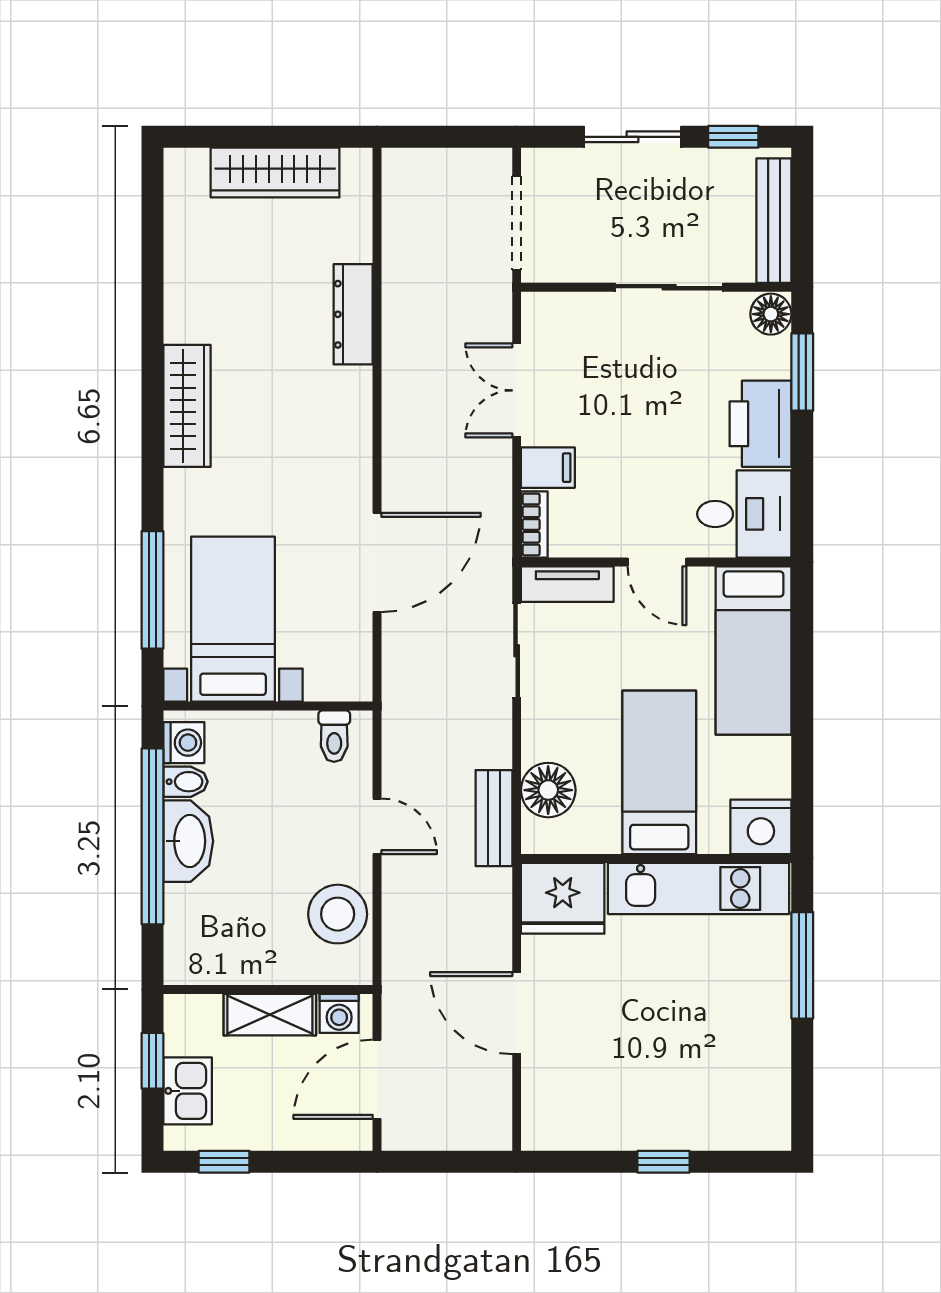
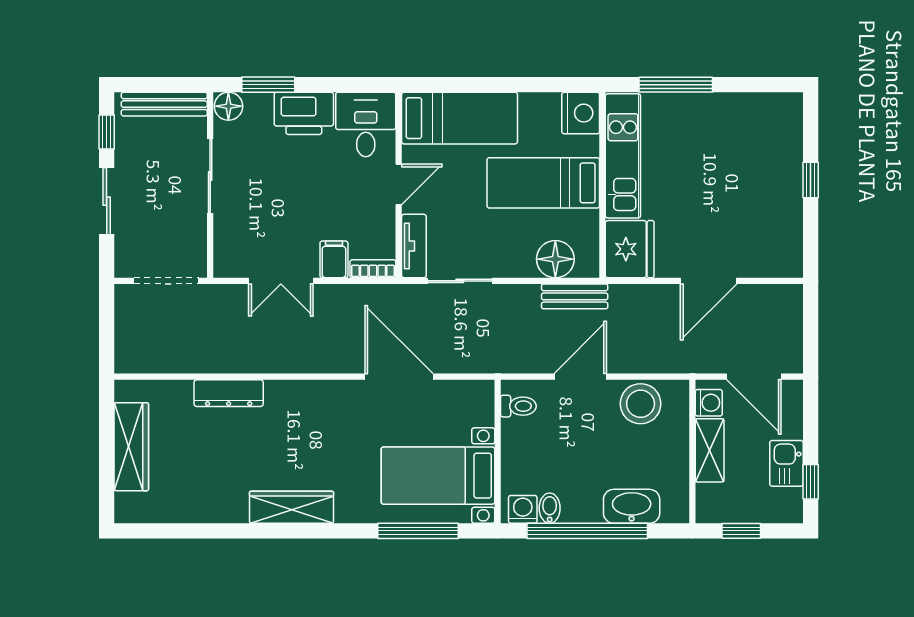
door: (377, 826) -> (580, 377), width x1.38
washbasin: (188, 841) -> (632, 506), moved
kitchen sink: (188, 1091) -> (786, 463), moved, turned -90

